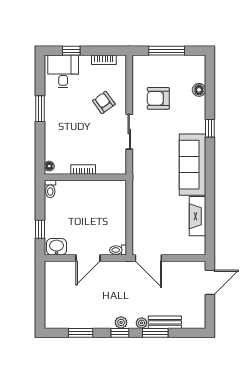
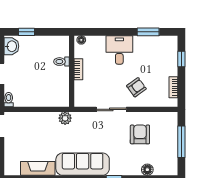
desk: (63, 71) -> (119, 50), moved, turned -90
window: (40, 109) -> (148, 32), moved
plant: (140, 185) -> (65, 118), added
toilet: (50, 189) -> (61, 62), moved

